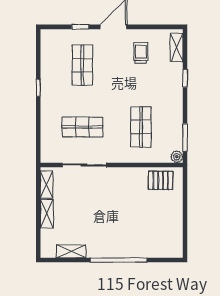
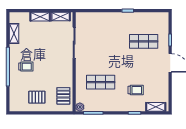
trolley: (141, 53) -> (136, 90), moved
shop shelf: (82, 127) -> (101, 41), removed
pallet: (163, 218) -> (37, 97), added
trolley: (119, 234) -> (26, 67), added

